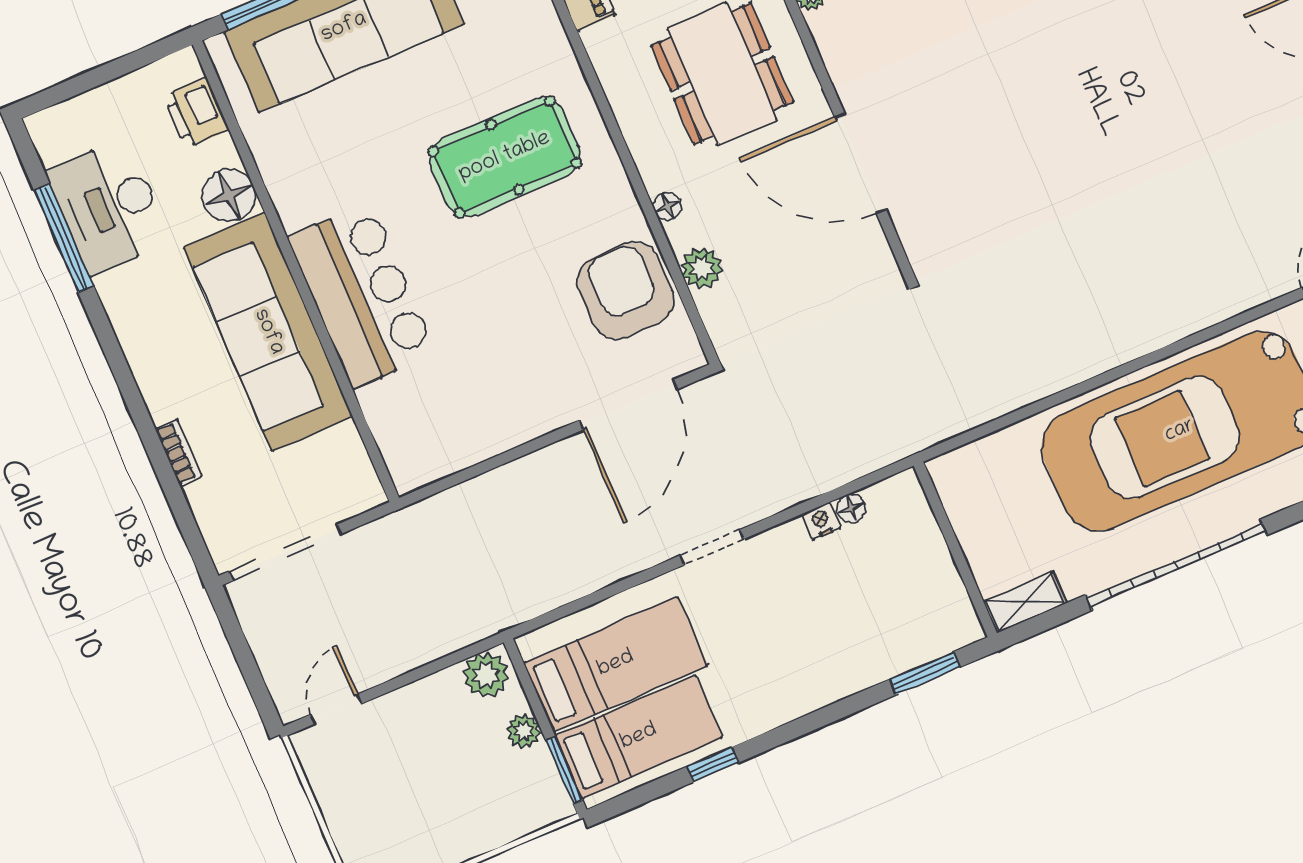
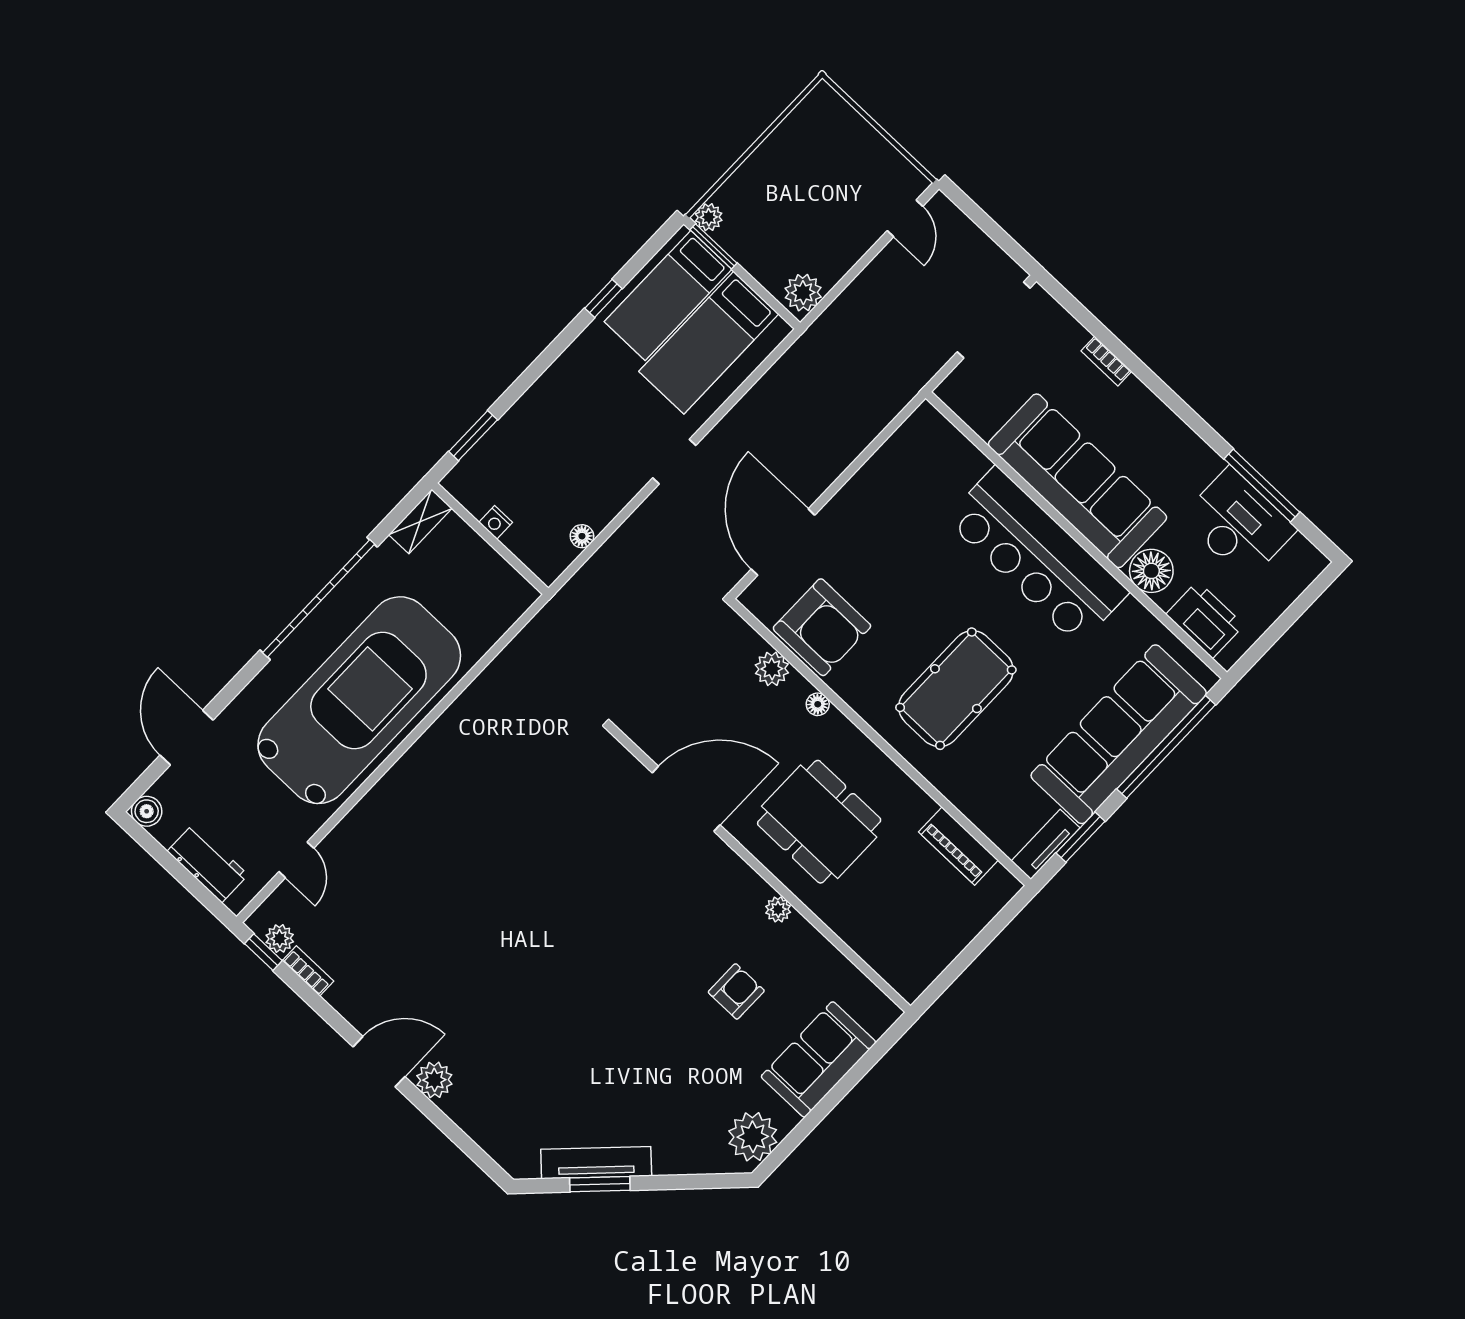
printer: (196, 113) -> (1205, 620), width x1.37, depth x1.19
bar counter: (362, 295) -> (1037, 556), width x1.36
nightstand: (821, 521) -> (496, 522), moved, turned 90
plant: (524, 731) -> (709, 217), moved

